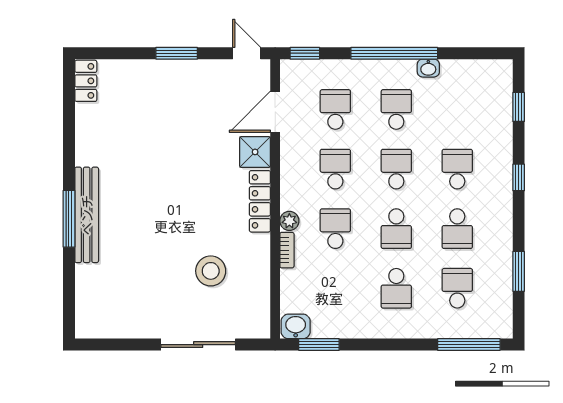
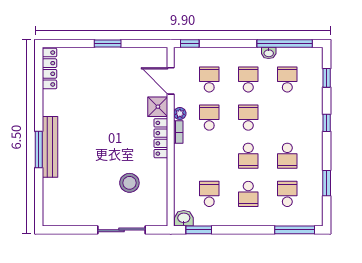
door: (247, 53) -> (152, 43), removed
window: (394, 53) -> (285, 43), moved
locker: (86, 81) -> (50, 68), width x1.53
door: (275, 112) -> (171, 81), hinge flipped
school desk: (457, 169) -> (287, 79), moved
plant: (289, 221) -> (180, 113), moved
school desk: (335, 229) -> (209, 194), moved
bookcase: (287, 250) -> (178, 132), moved

